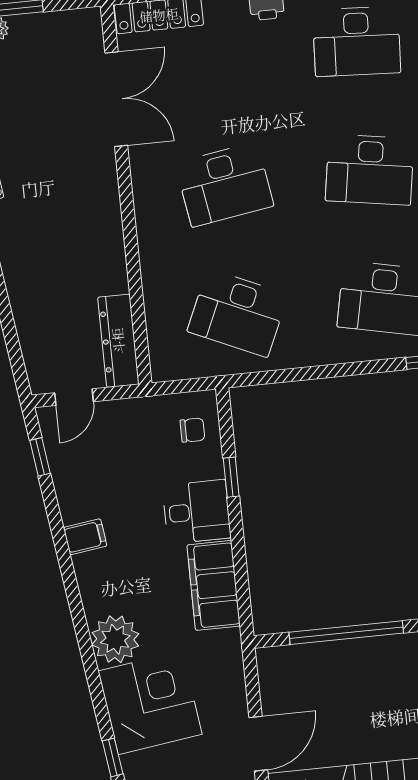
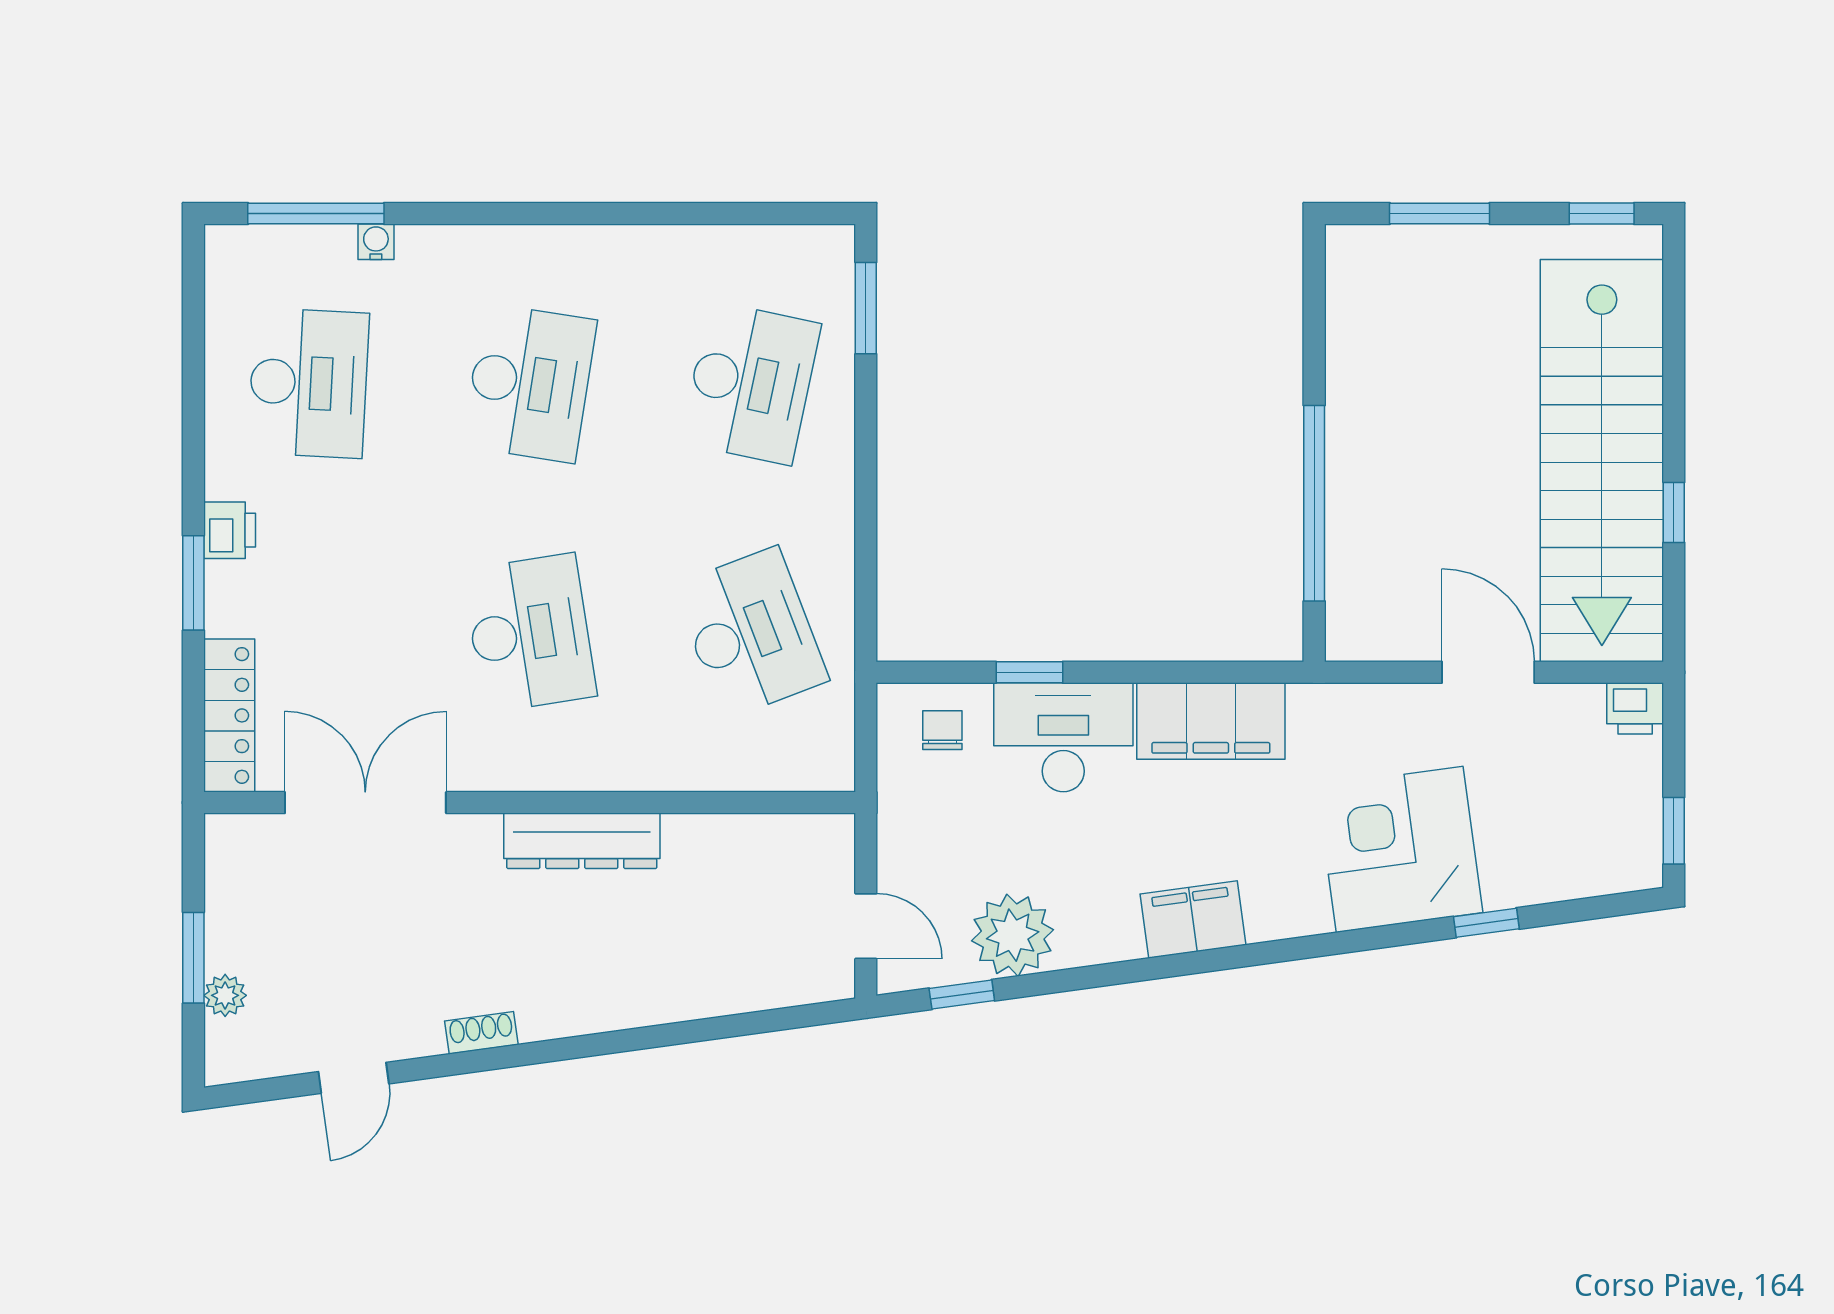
desk: (238, 313) -> (751, 633), turned -45
dresser: (118, 341) -> (582, 841), moved
desk: (197, 512) -> (1063, 737), width x1.37
filing cabinet: (85, 537) -> (1193, 919), moved, width x2.00
plant: (115, 639) -> (1013, 935), moved

